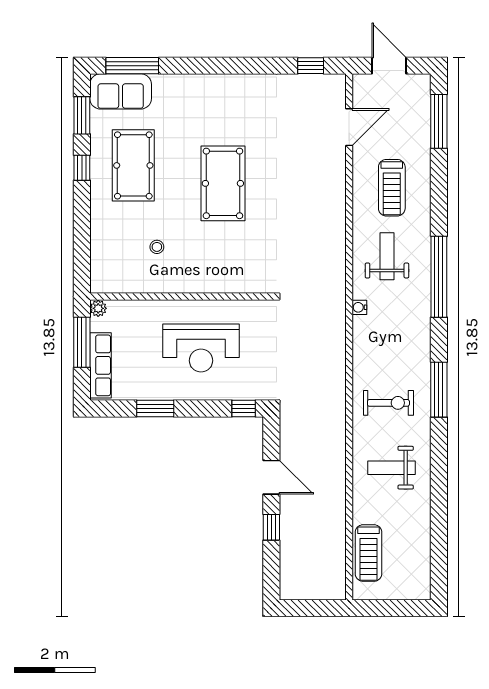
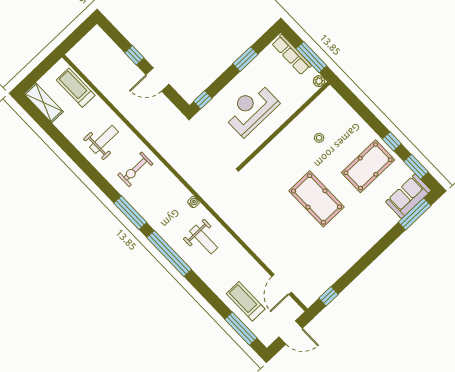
pool table: (133, 165) -> (368, 166), turned 90
treadmill: (392, 188) -> (246, 301), moved
window: (439, 390) -> (130, 213), moved
shelving: (419, 570) -> (44, 103), added

